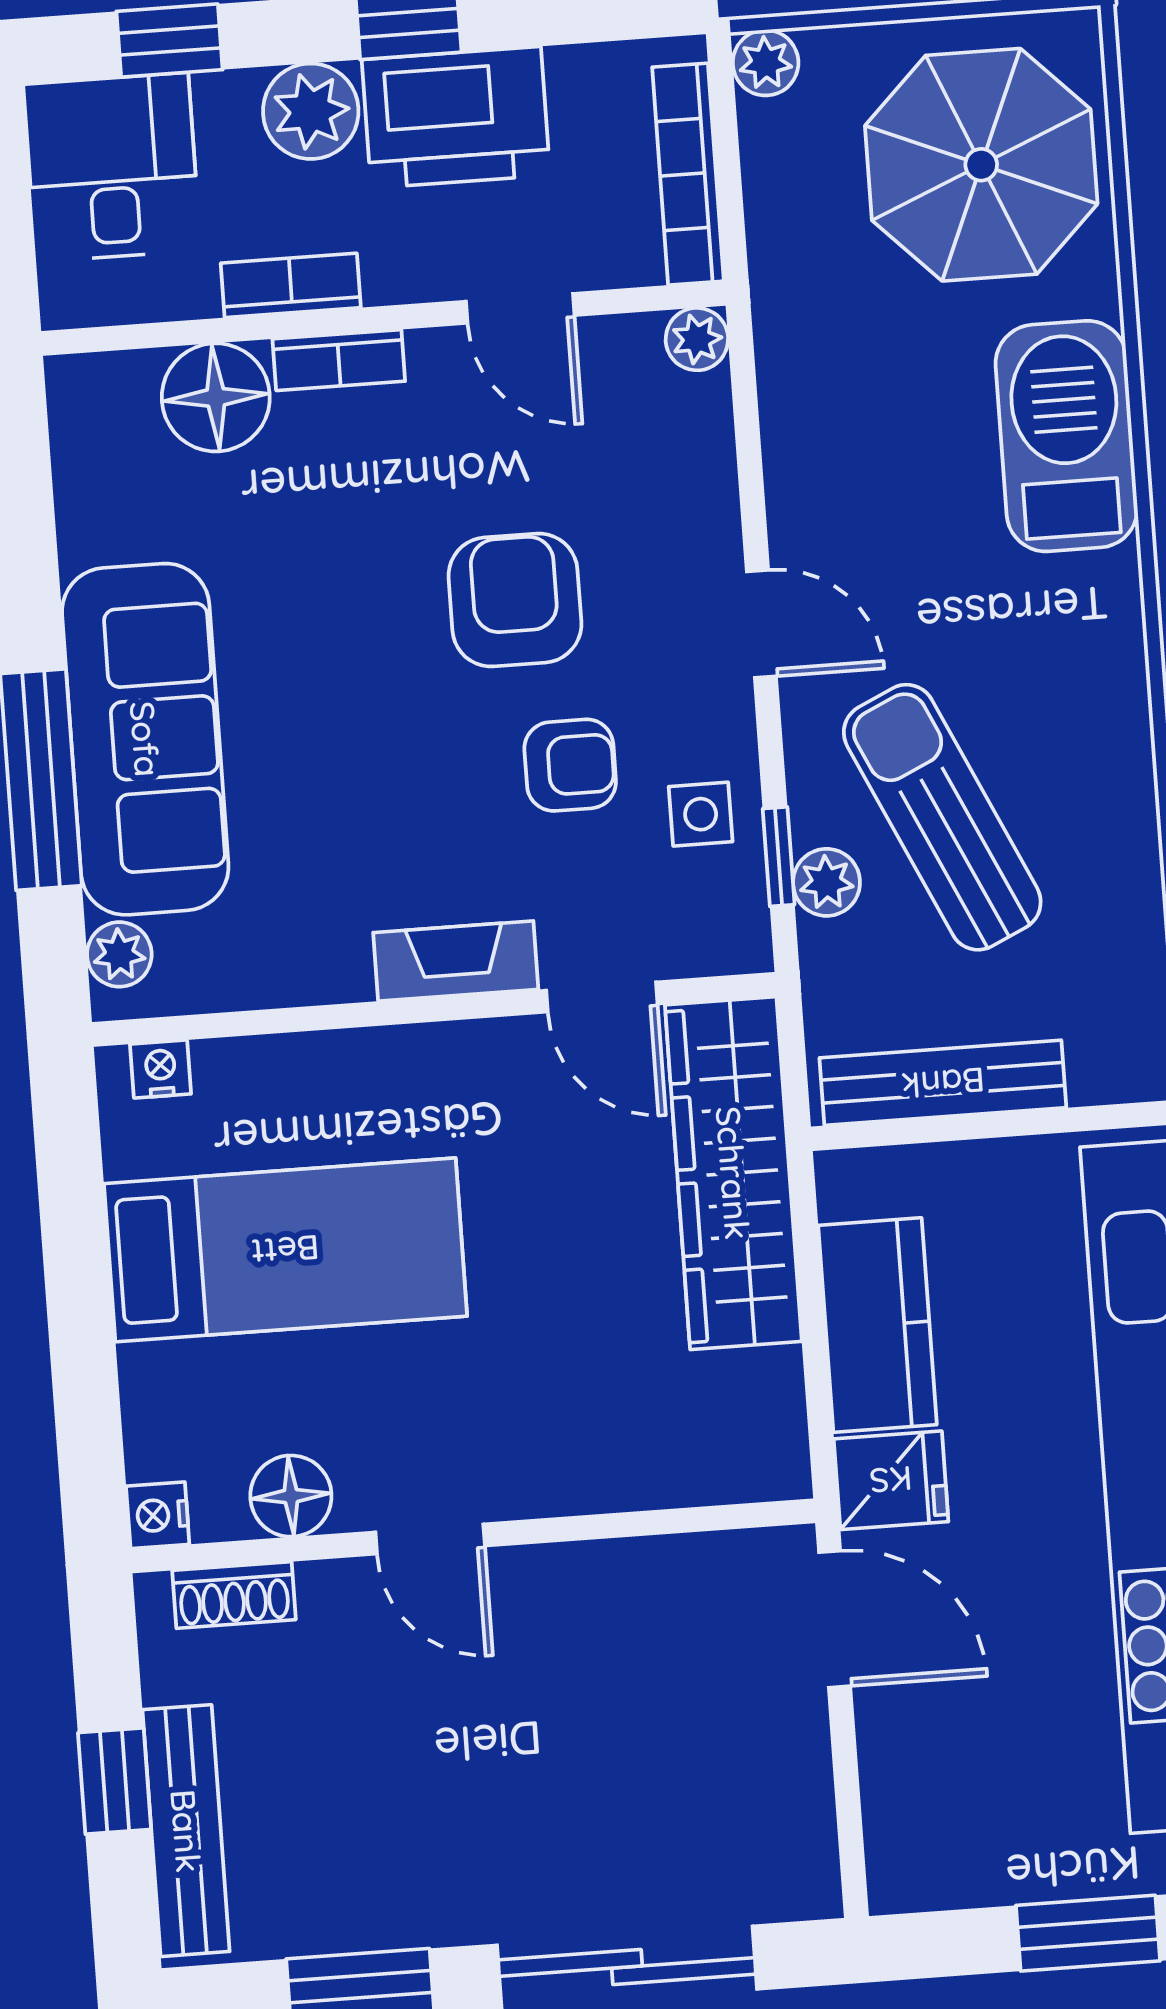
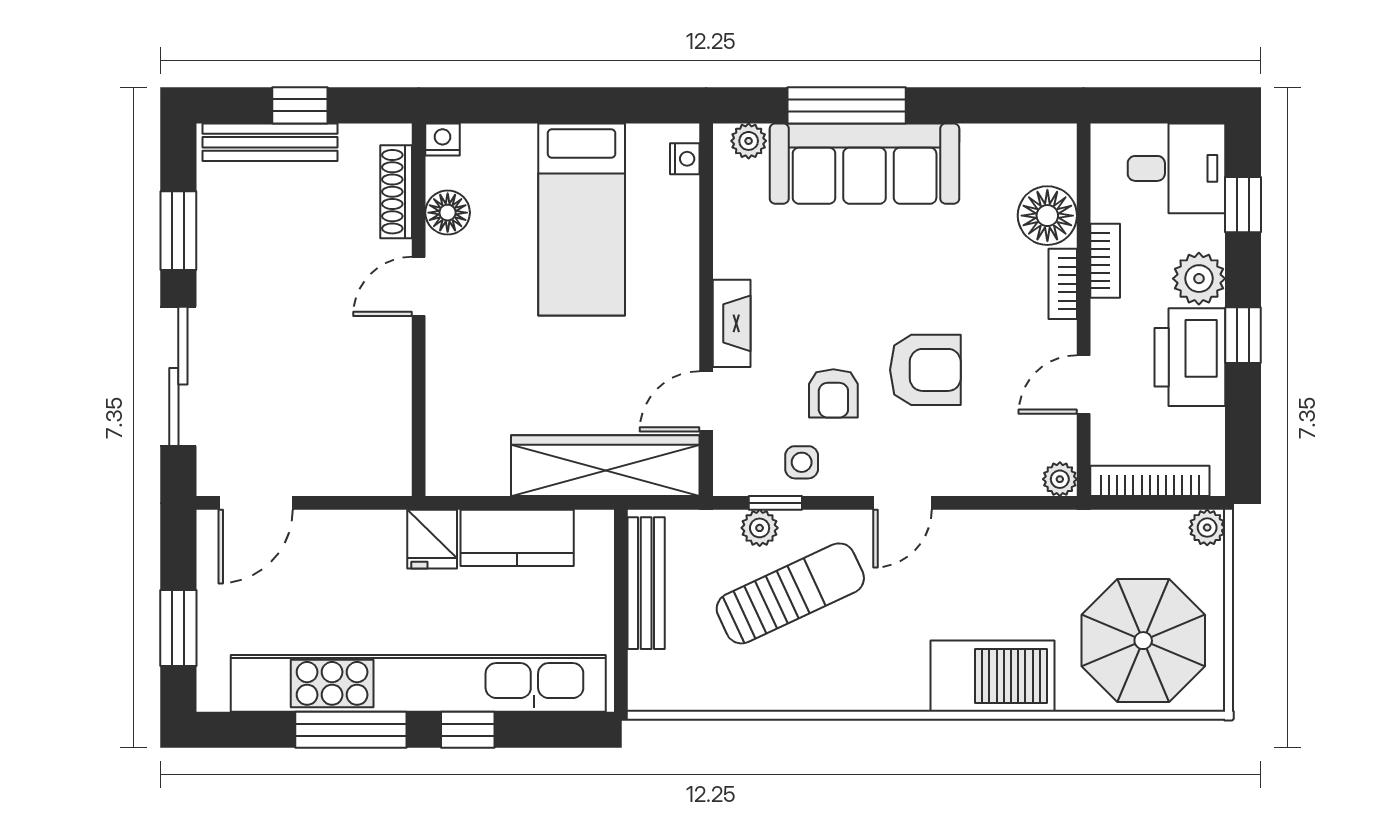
shoe rack: (234, 1595) -> (396, 192), width x1.43
door: (835, 1619) -> (256, 503), moved

